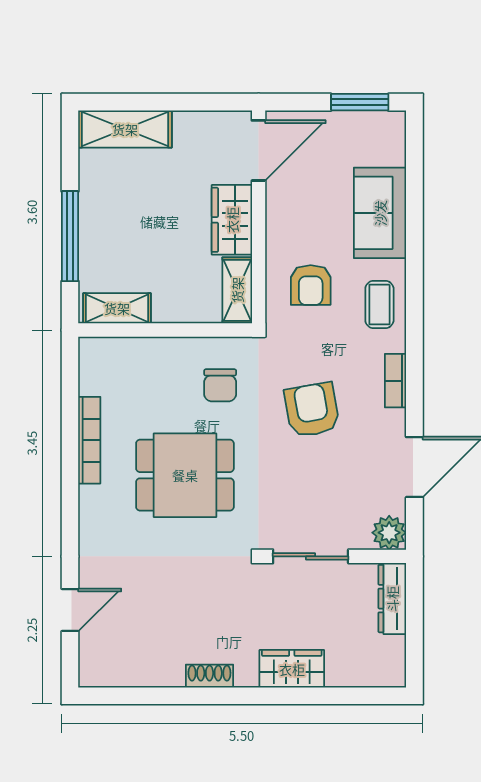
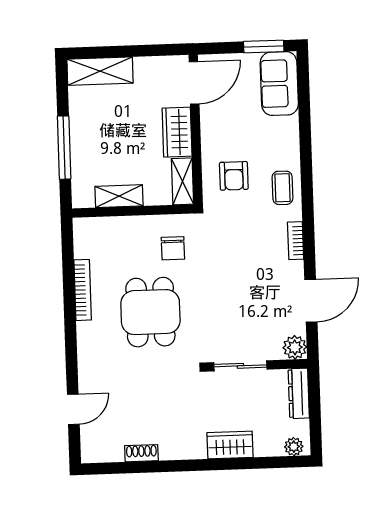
sofa: (380, 213) -> (279, 83), moved
shelving: (117, 308) -> (119, 196), moved
armchair: (312, 410) -> (238, 263), removed
dining table: (185, 475) -> (150, 312), turned 90
plant: (383, 674) -> (294, 447), added
shoe rack: (209, 676) -> (141, 453), moved

